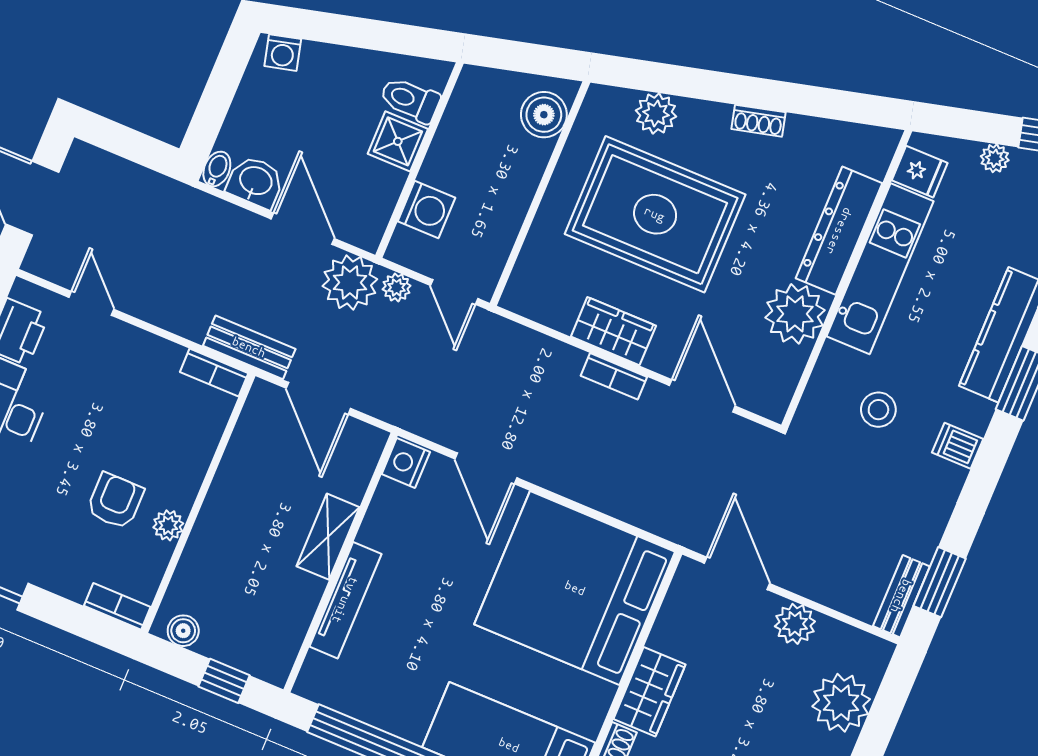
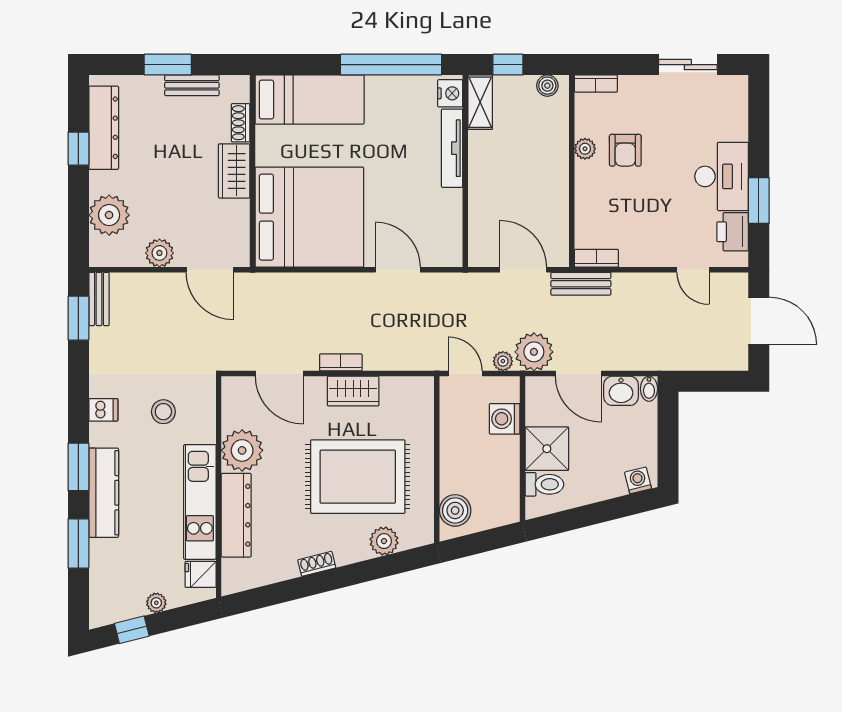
shower: (398, 141) -> (547, 449), width x1.36, depth x1.36
nightstand: (406, 463) -> (450, 93), moved
shelving: (328, 537) -> (480, 102), moved

